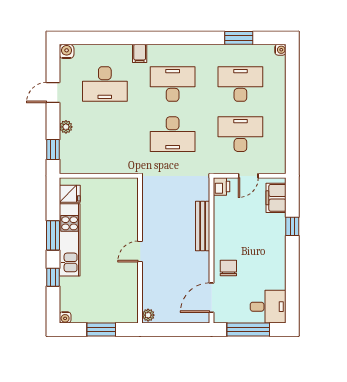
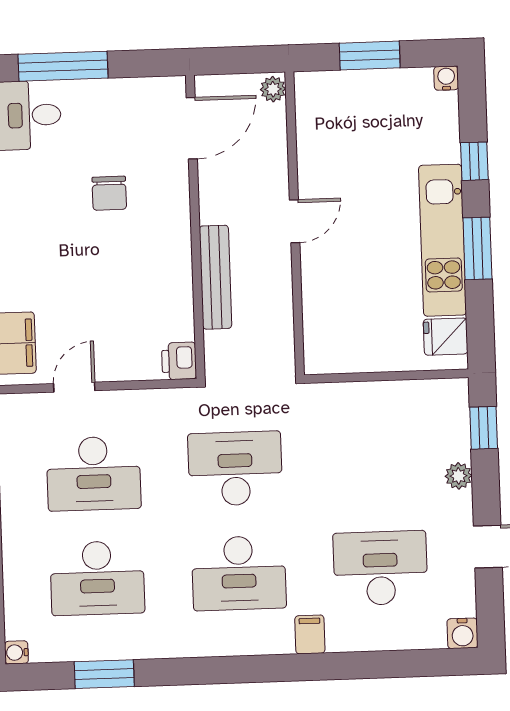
printer: (222, 187) -> (179, 361), moved
bench: (203, 226) -> (215, 277), moved
wall: (212, 250) -> (195, 227), moved
door: (212, 298) -> (192, 128), moved

